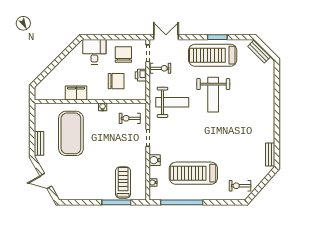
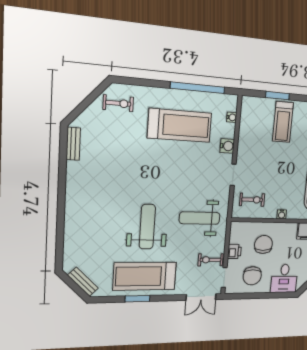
treadmill: (213, 55) -> (145, 276), turned 180
chair: (116, 81) -> (264, 244), turned 90
treadmill: (123, 183) -> (283, 122), moved
window: (116, 202) -> (278, 96), width x0.69

